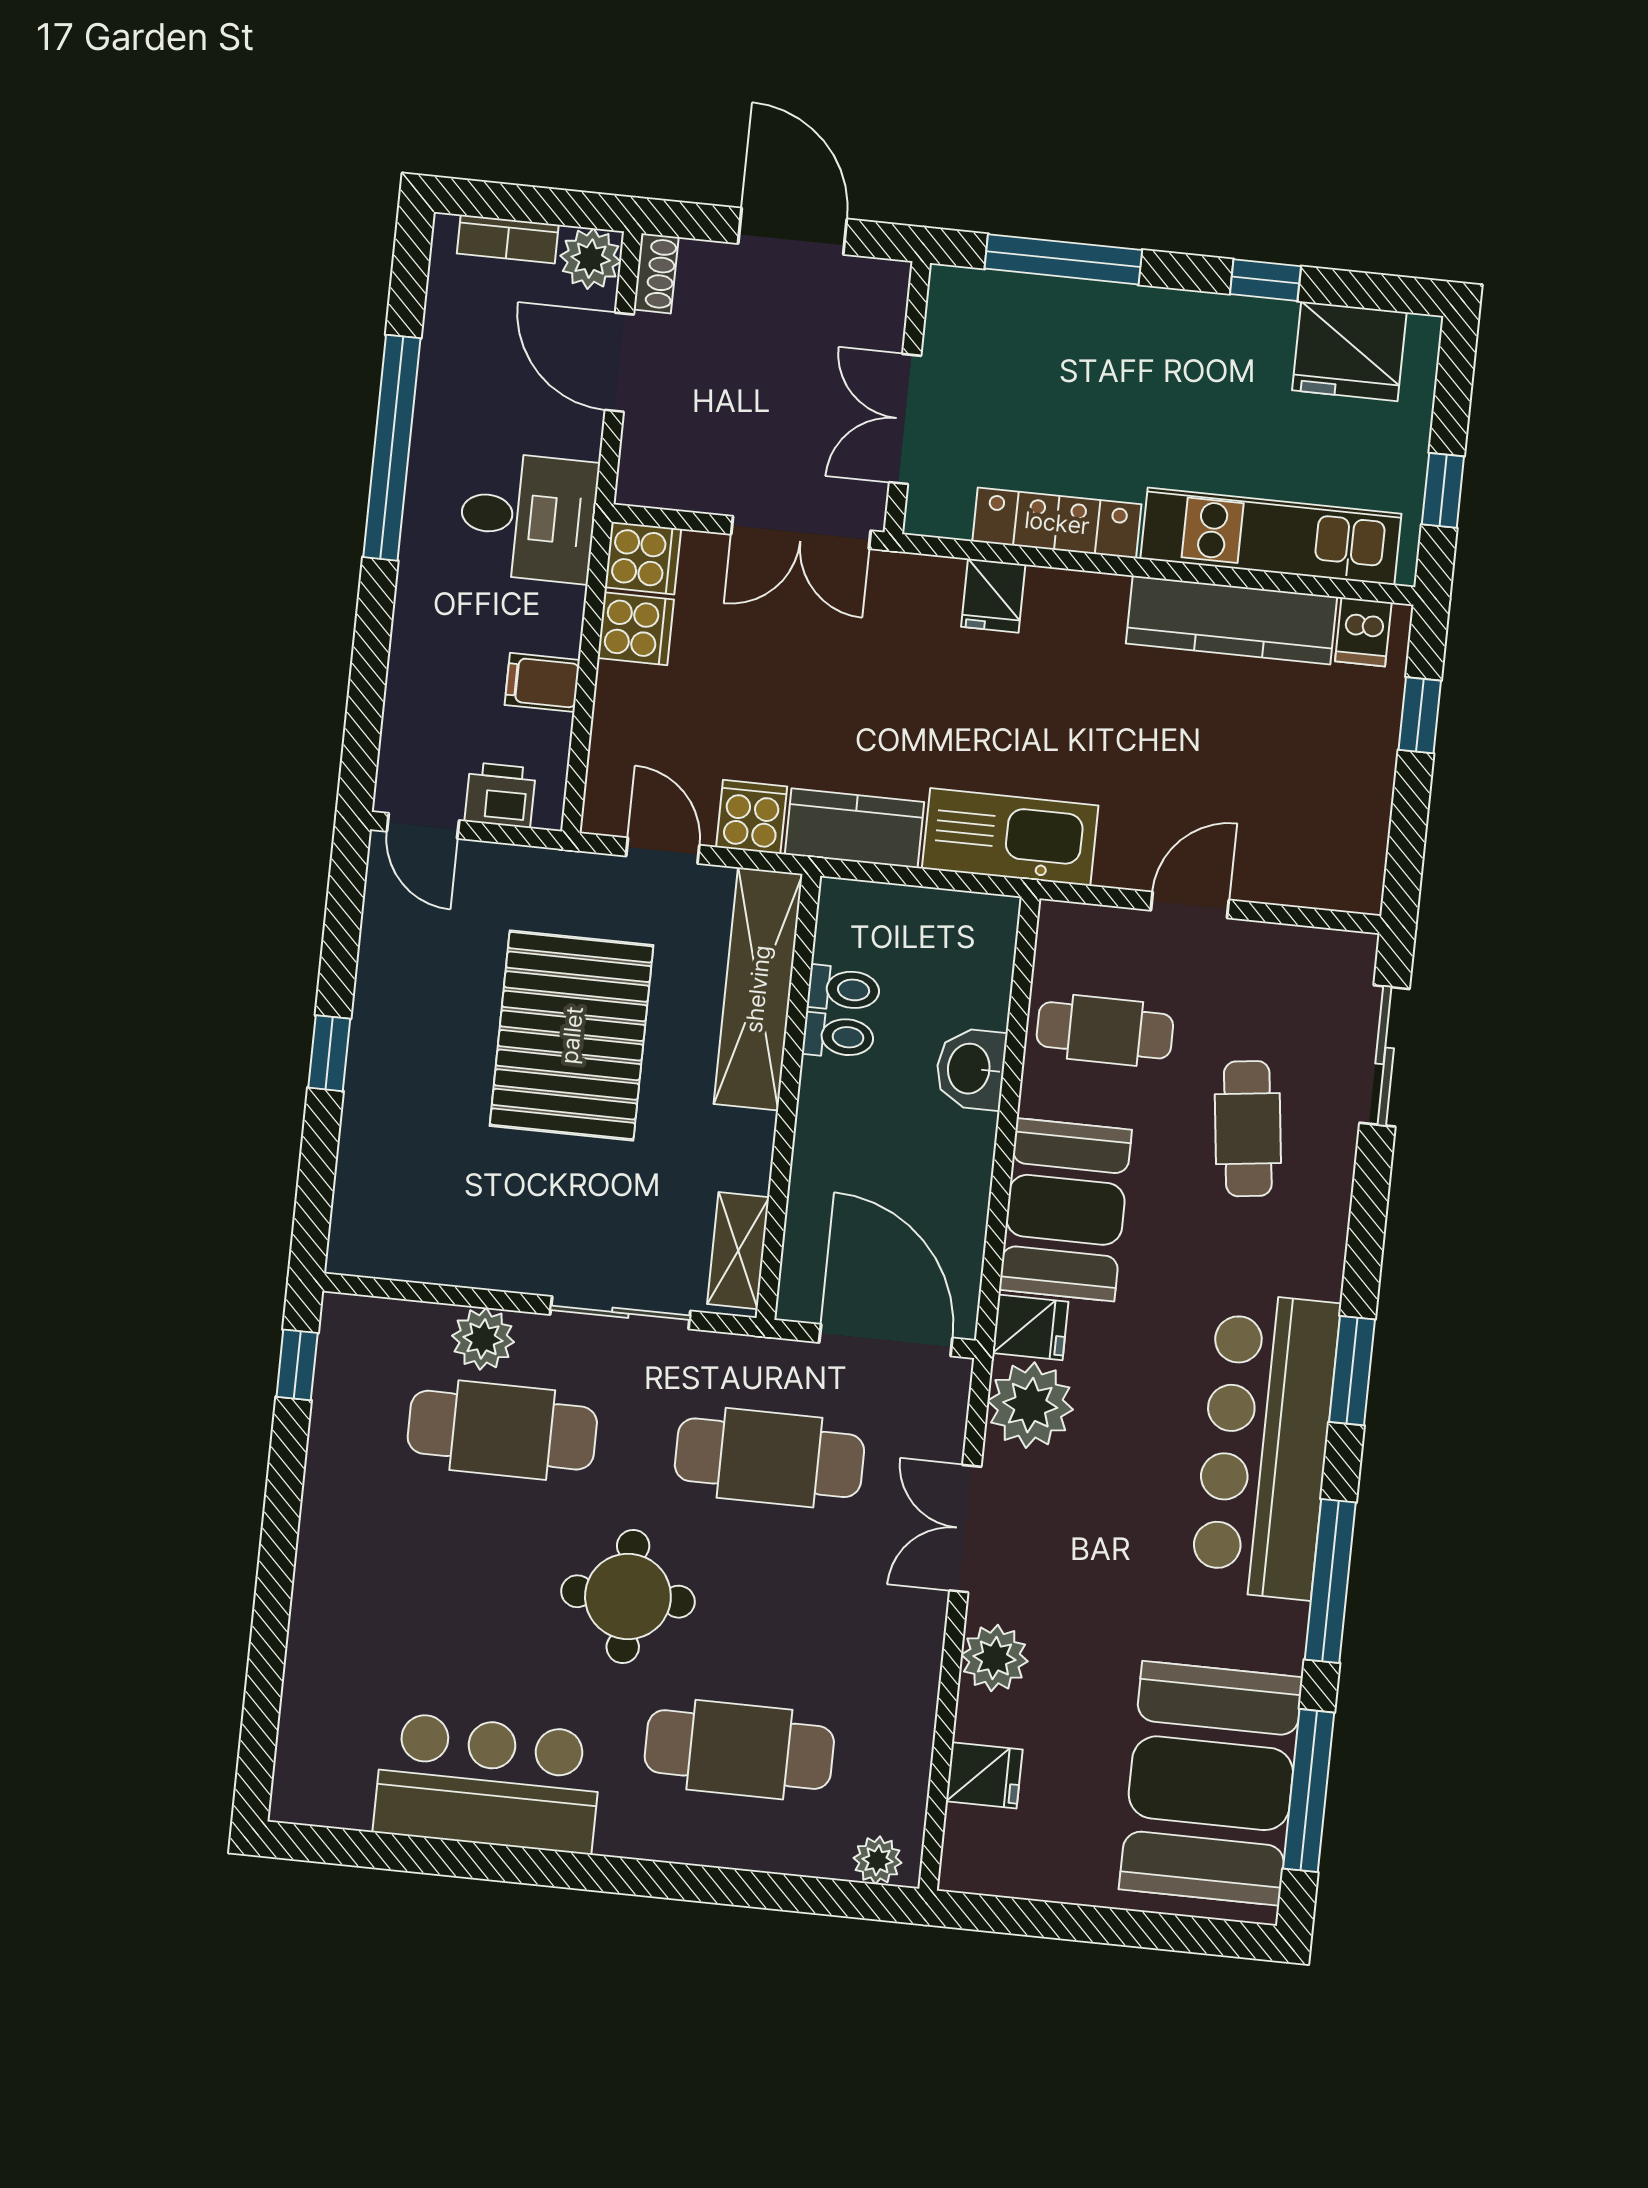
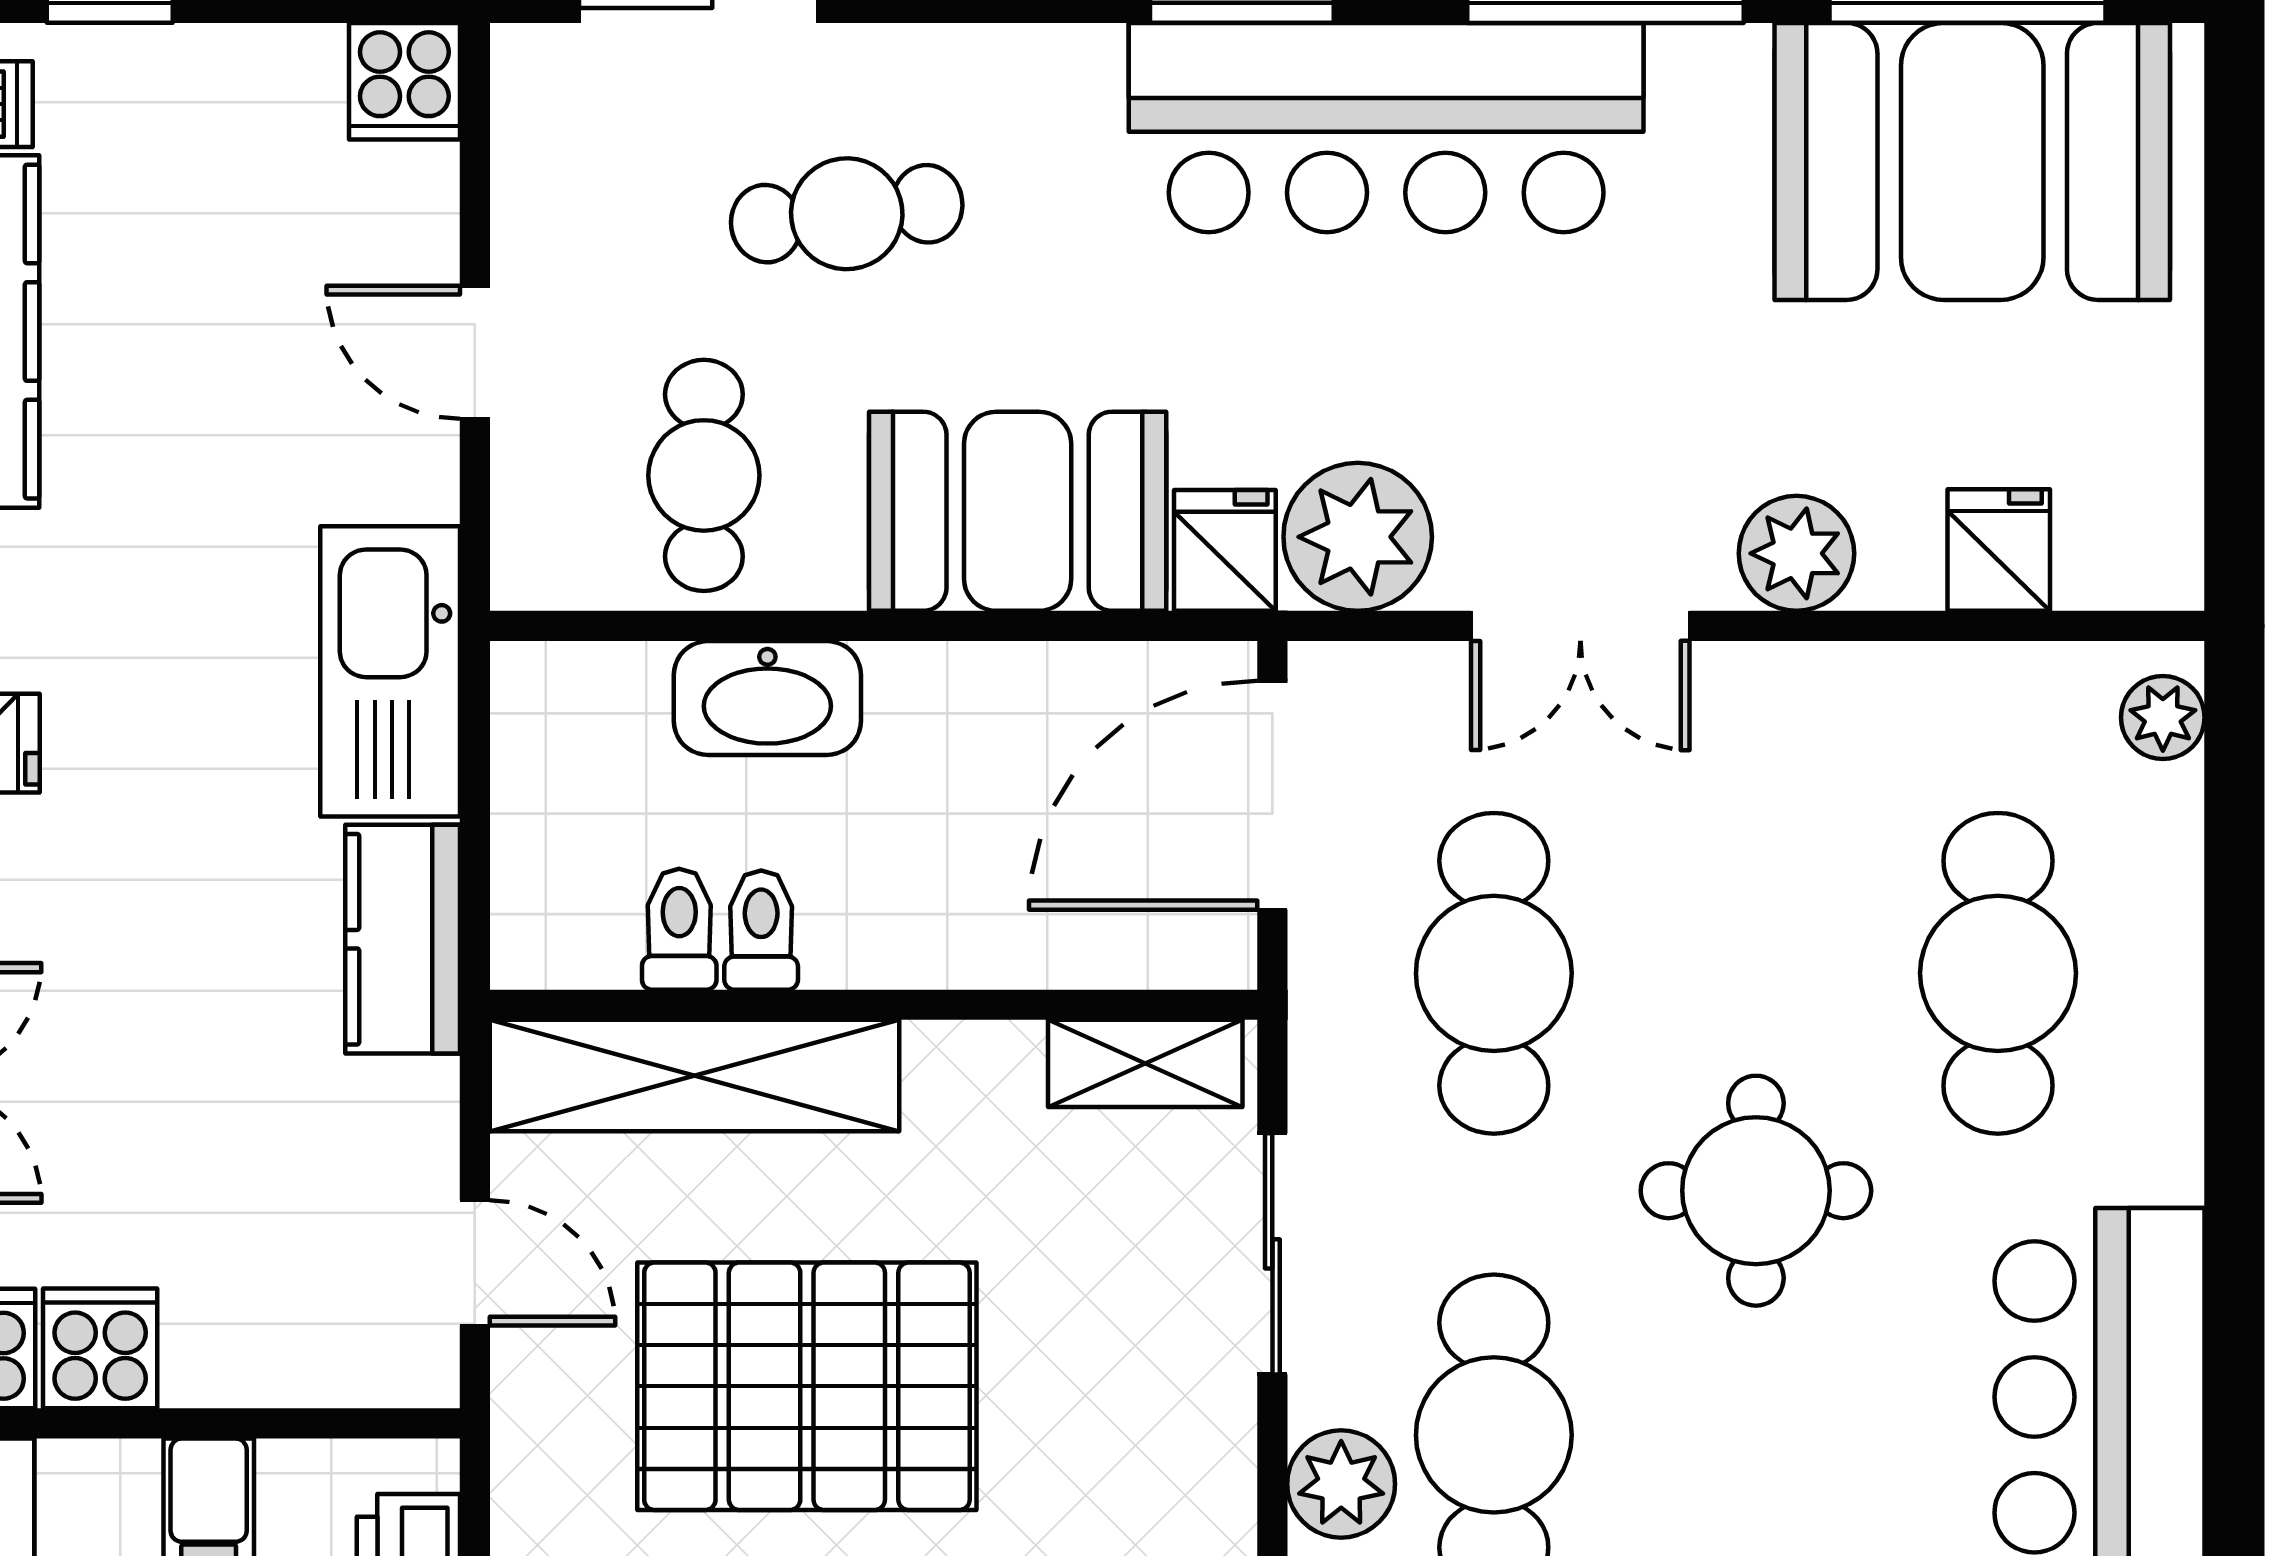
cooker: (752, 817) -> (404, 81), moved, turned -90
door: (663, 851) -> (475, 1263), swing flipped
washbasin: (971, 1069) -> (767, 698), width x1.38

